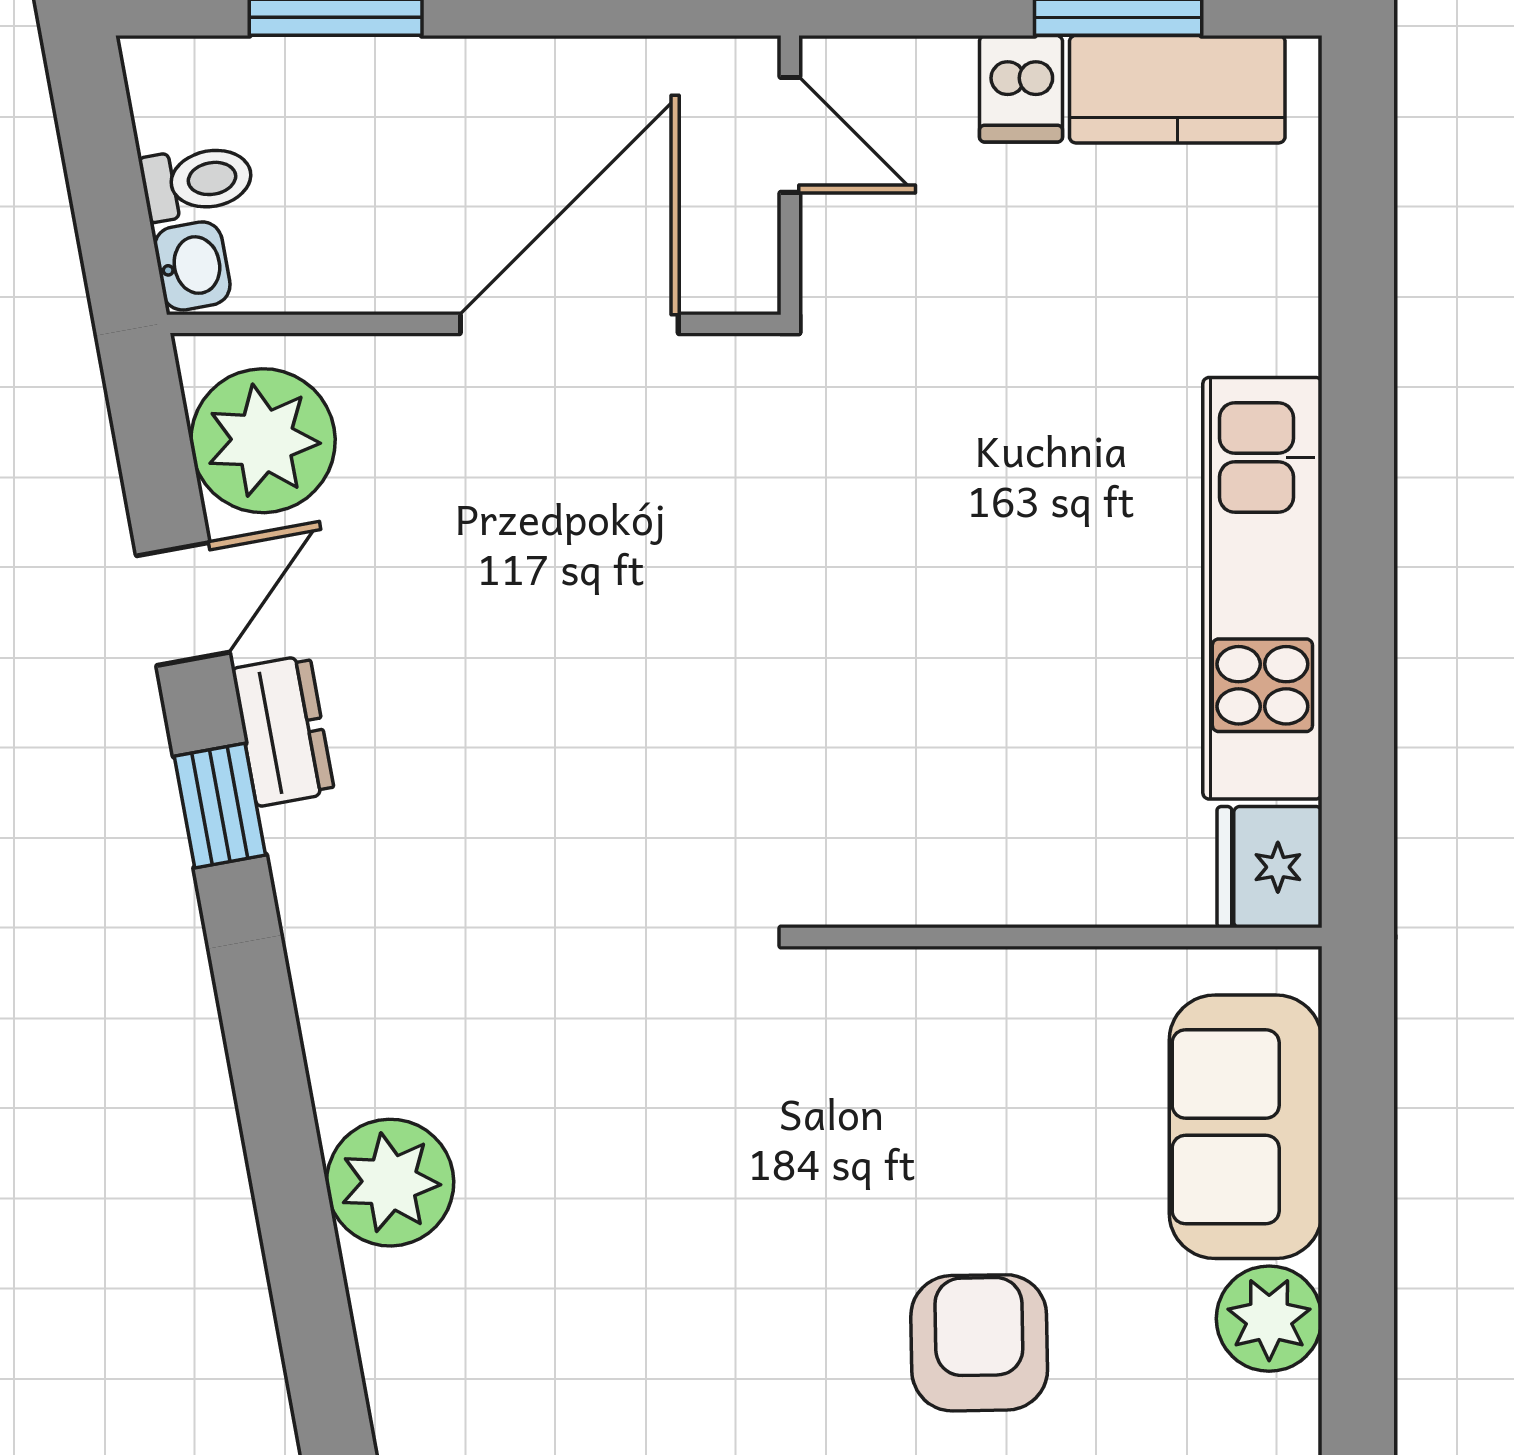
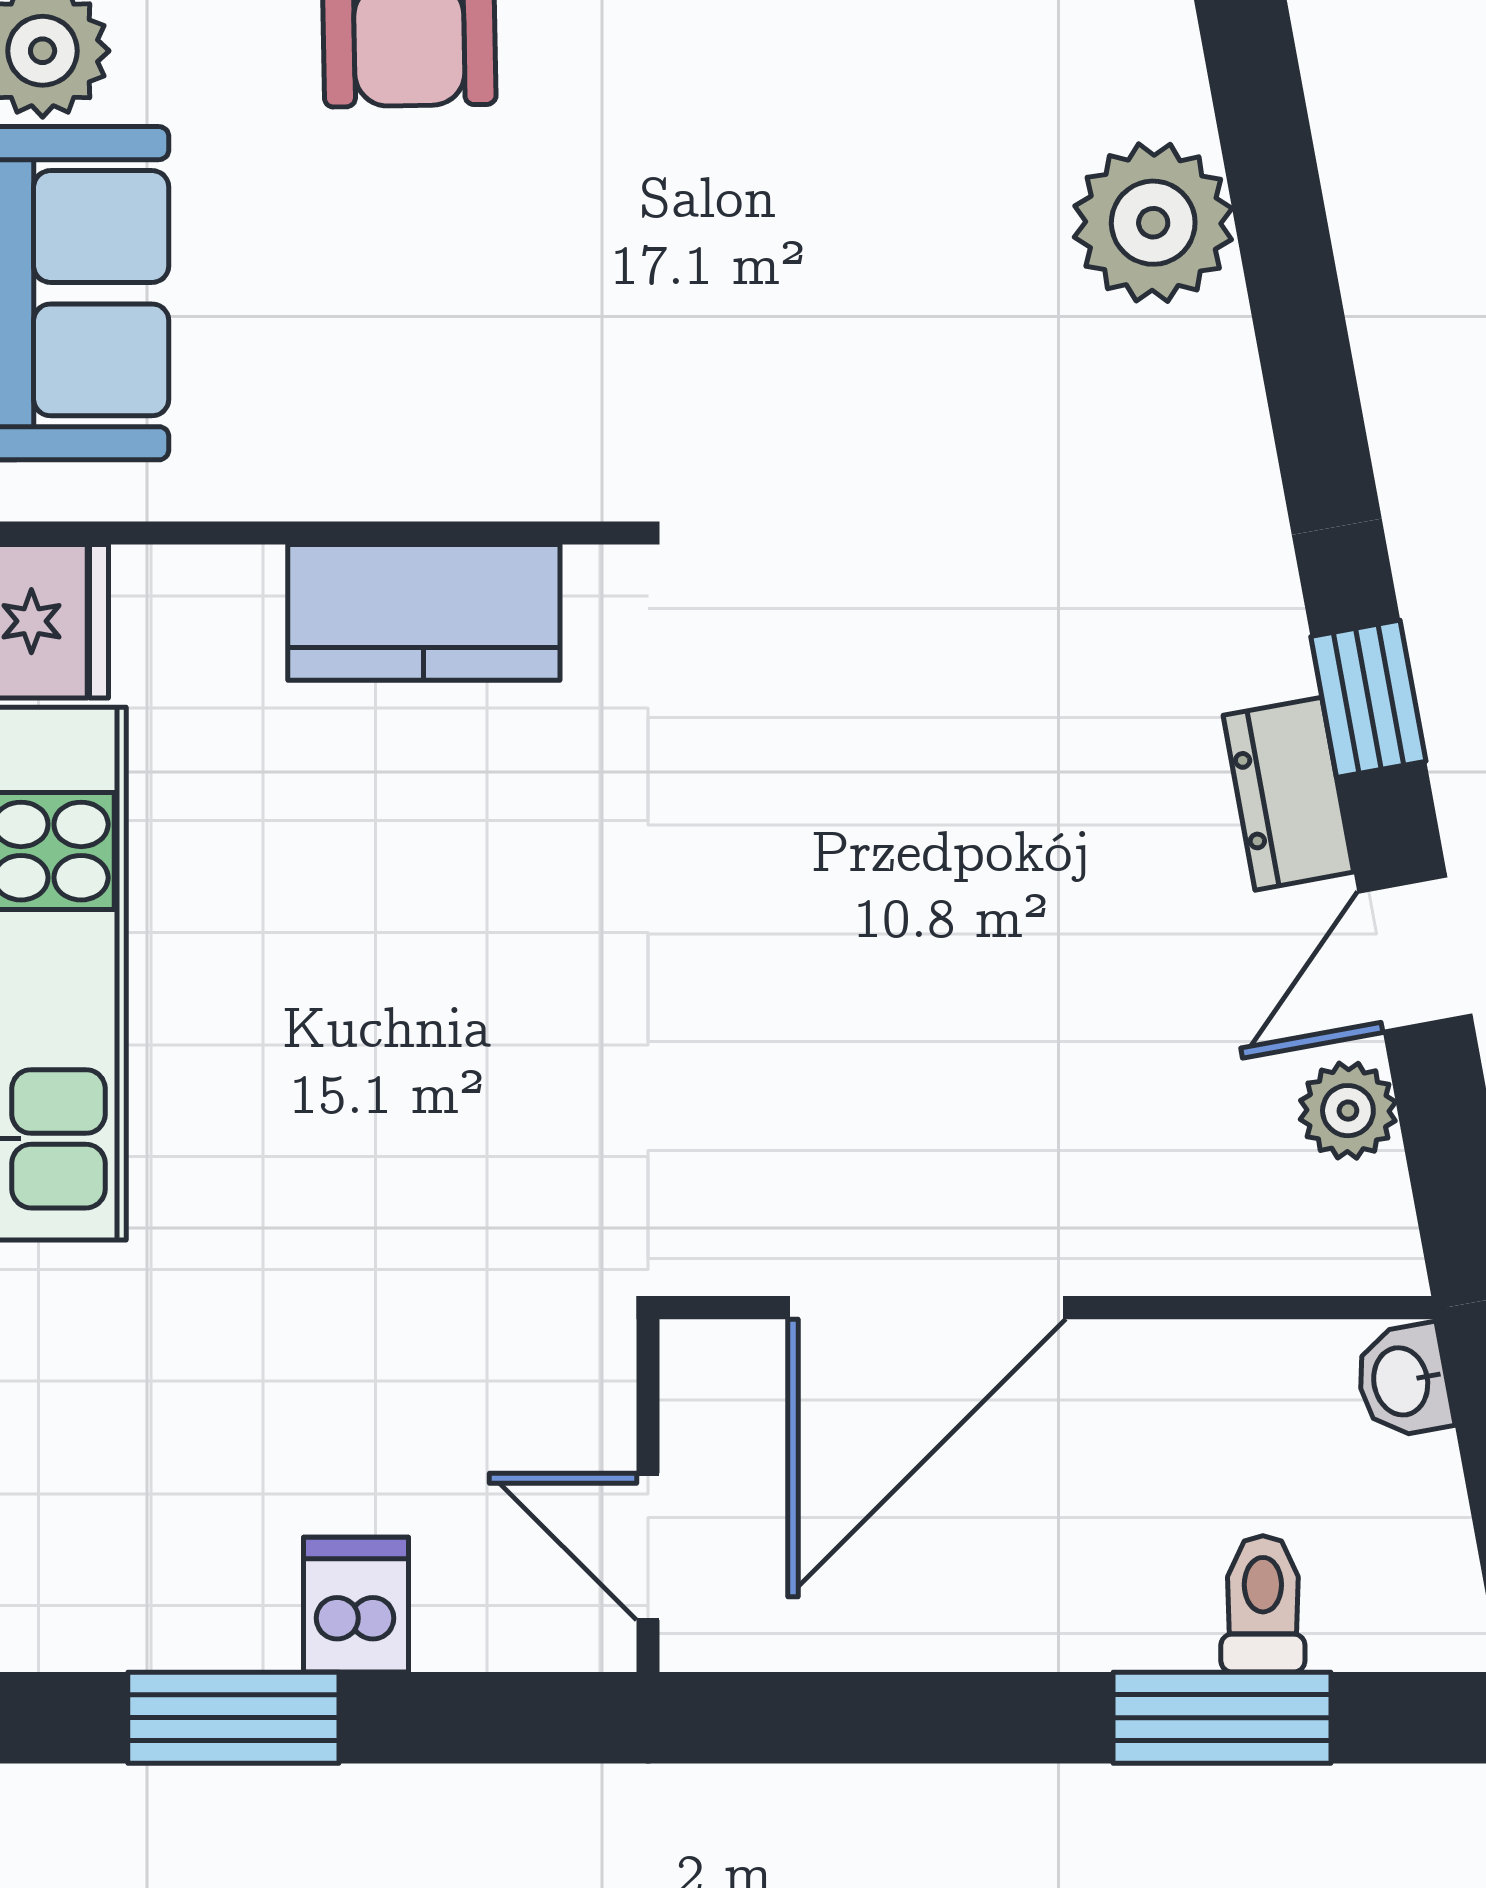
kitchen counter: (1177, 89) -> (424, 612), moved, turned 180
toilet: (197, 181) -> (1263, 1604), moved, turned 100
plant: (263, 441) -> (1348, 1111), width x0.53, depth x0.53

